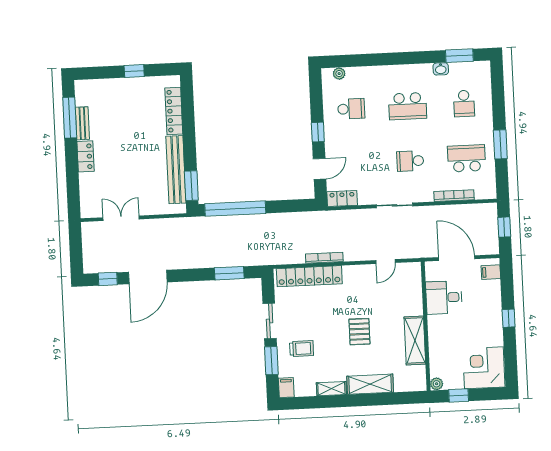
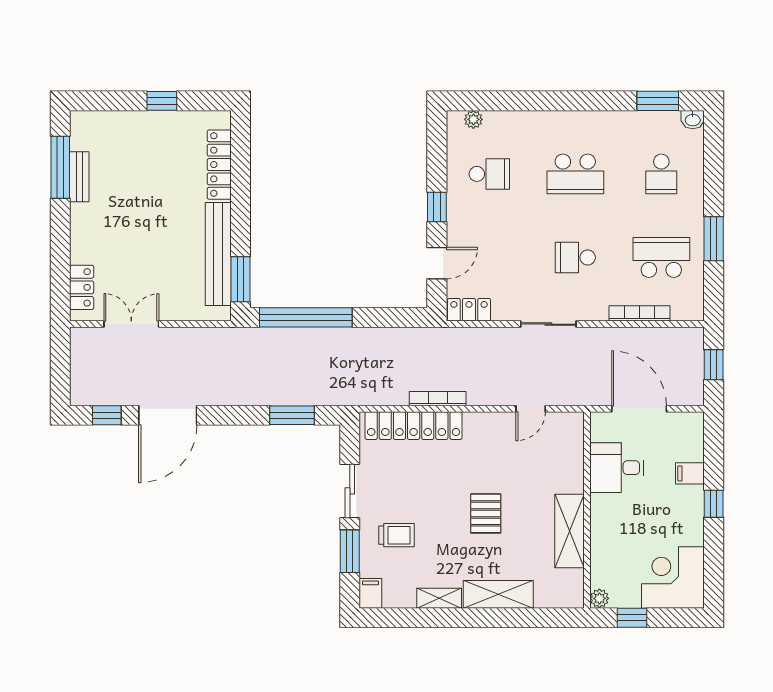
washbasin: (441, 69) -> (693, 120), moved
locker: (85, 156) -> (82, 287), moved
filing cabinet: (491, 272) -> (690, 473), moved

